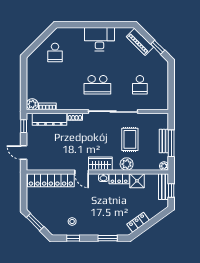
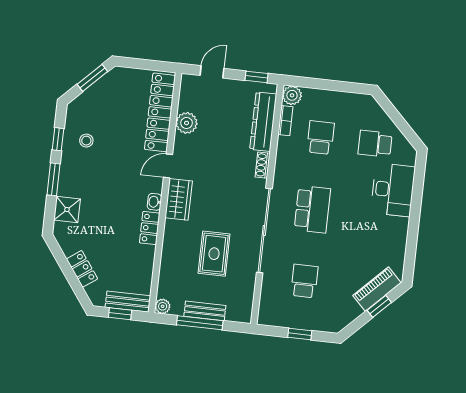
desk: (99, 39) -> (393, 190), moved
window: (158, 47) -> (379, 306), moved
window: (171, 84) -> (300, 334), added
school desk: (55, 85) -> (320, 138), added
school desk: (97, 85) -> (312, 209), turned 180
school desk: (140, 85) -> (304, 281), turned 90
rug: (130, 139) -> (214, 254), turned 90
plant: (127, 164) -> (187, 123), moved
shower: (137, 181) -> (67, 209), moved
locker: (138, 222) -> (82, 269), moved
window: (108, 238) -> (54, 179), moved

